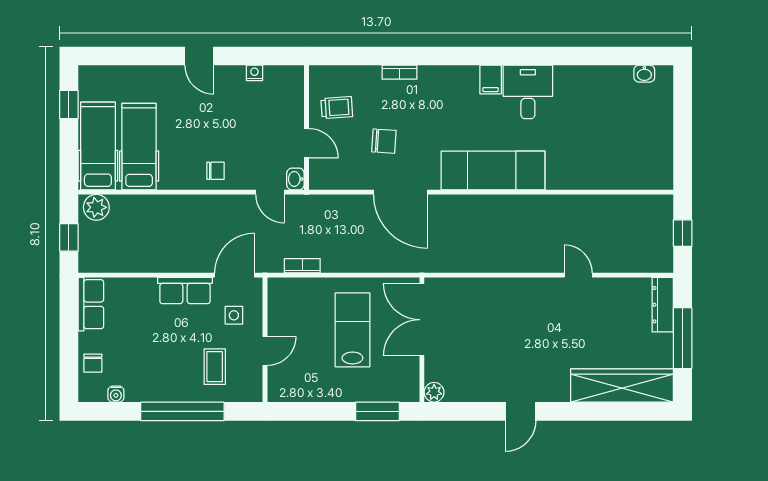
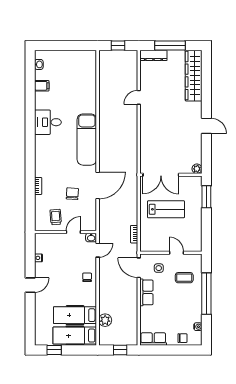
filing cabinet: (491, 80) -> (42, 86), moved
plant: (96, 207) -> (105, 320), moved
lab bench: (352, 330) -> (166, 209), turned 180

